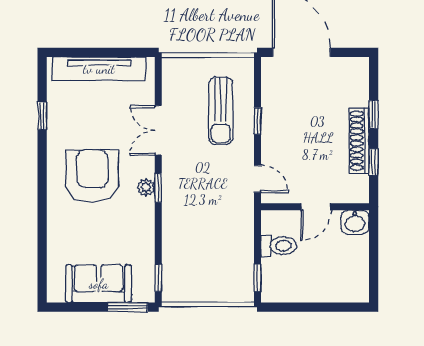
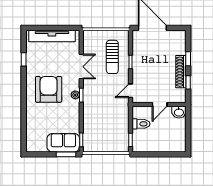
double door: (158, 130) -> (81, 67), swing flipped
door: (257, 179) -> (131, 91), swing flipped
sofa: (99, 284) -> (63, 143), moved

